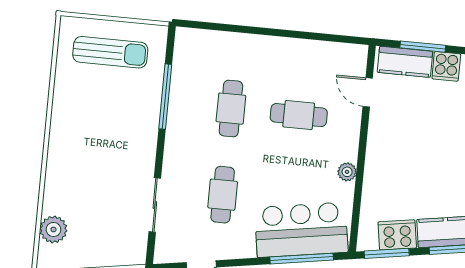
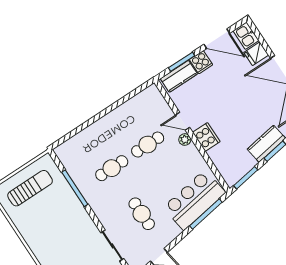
door: (368, 92) -> (183, 121), moved
cafe table: (231, 109) -> (112, 168), turned 90
plant: (347, 172) -> (185, 140), moved
cooker: (397, 235) -> (206, 137), moved, turned 99

